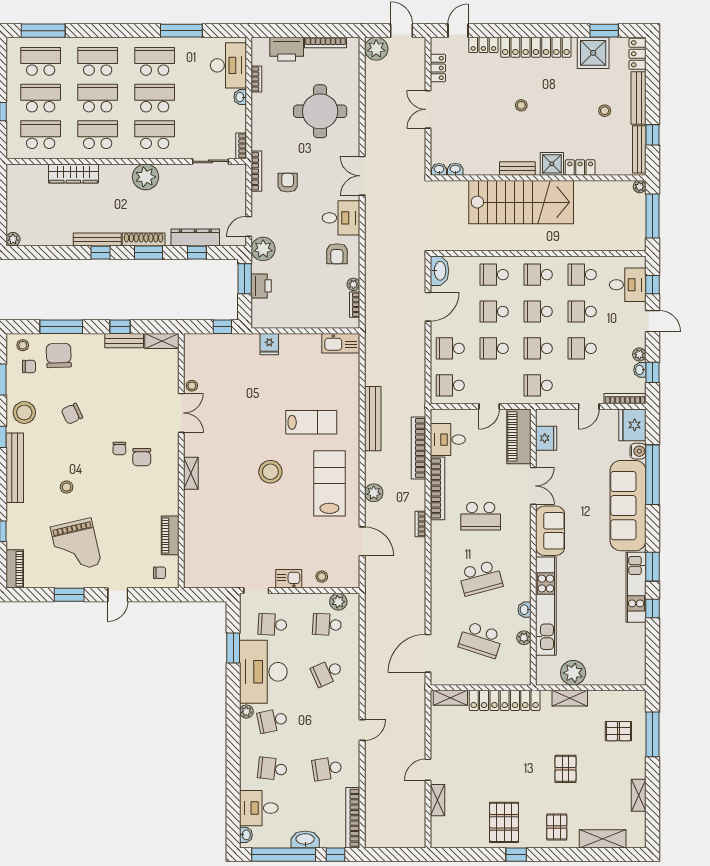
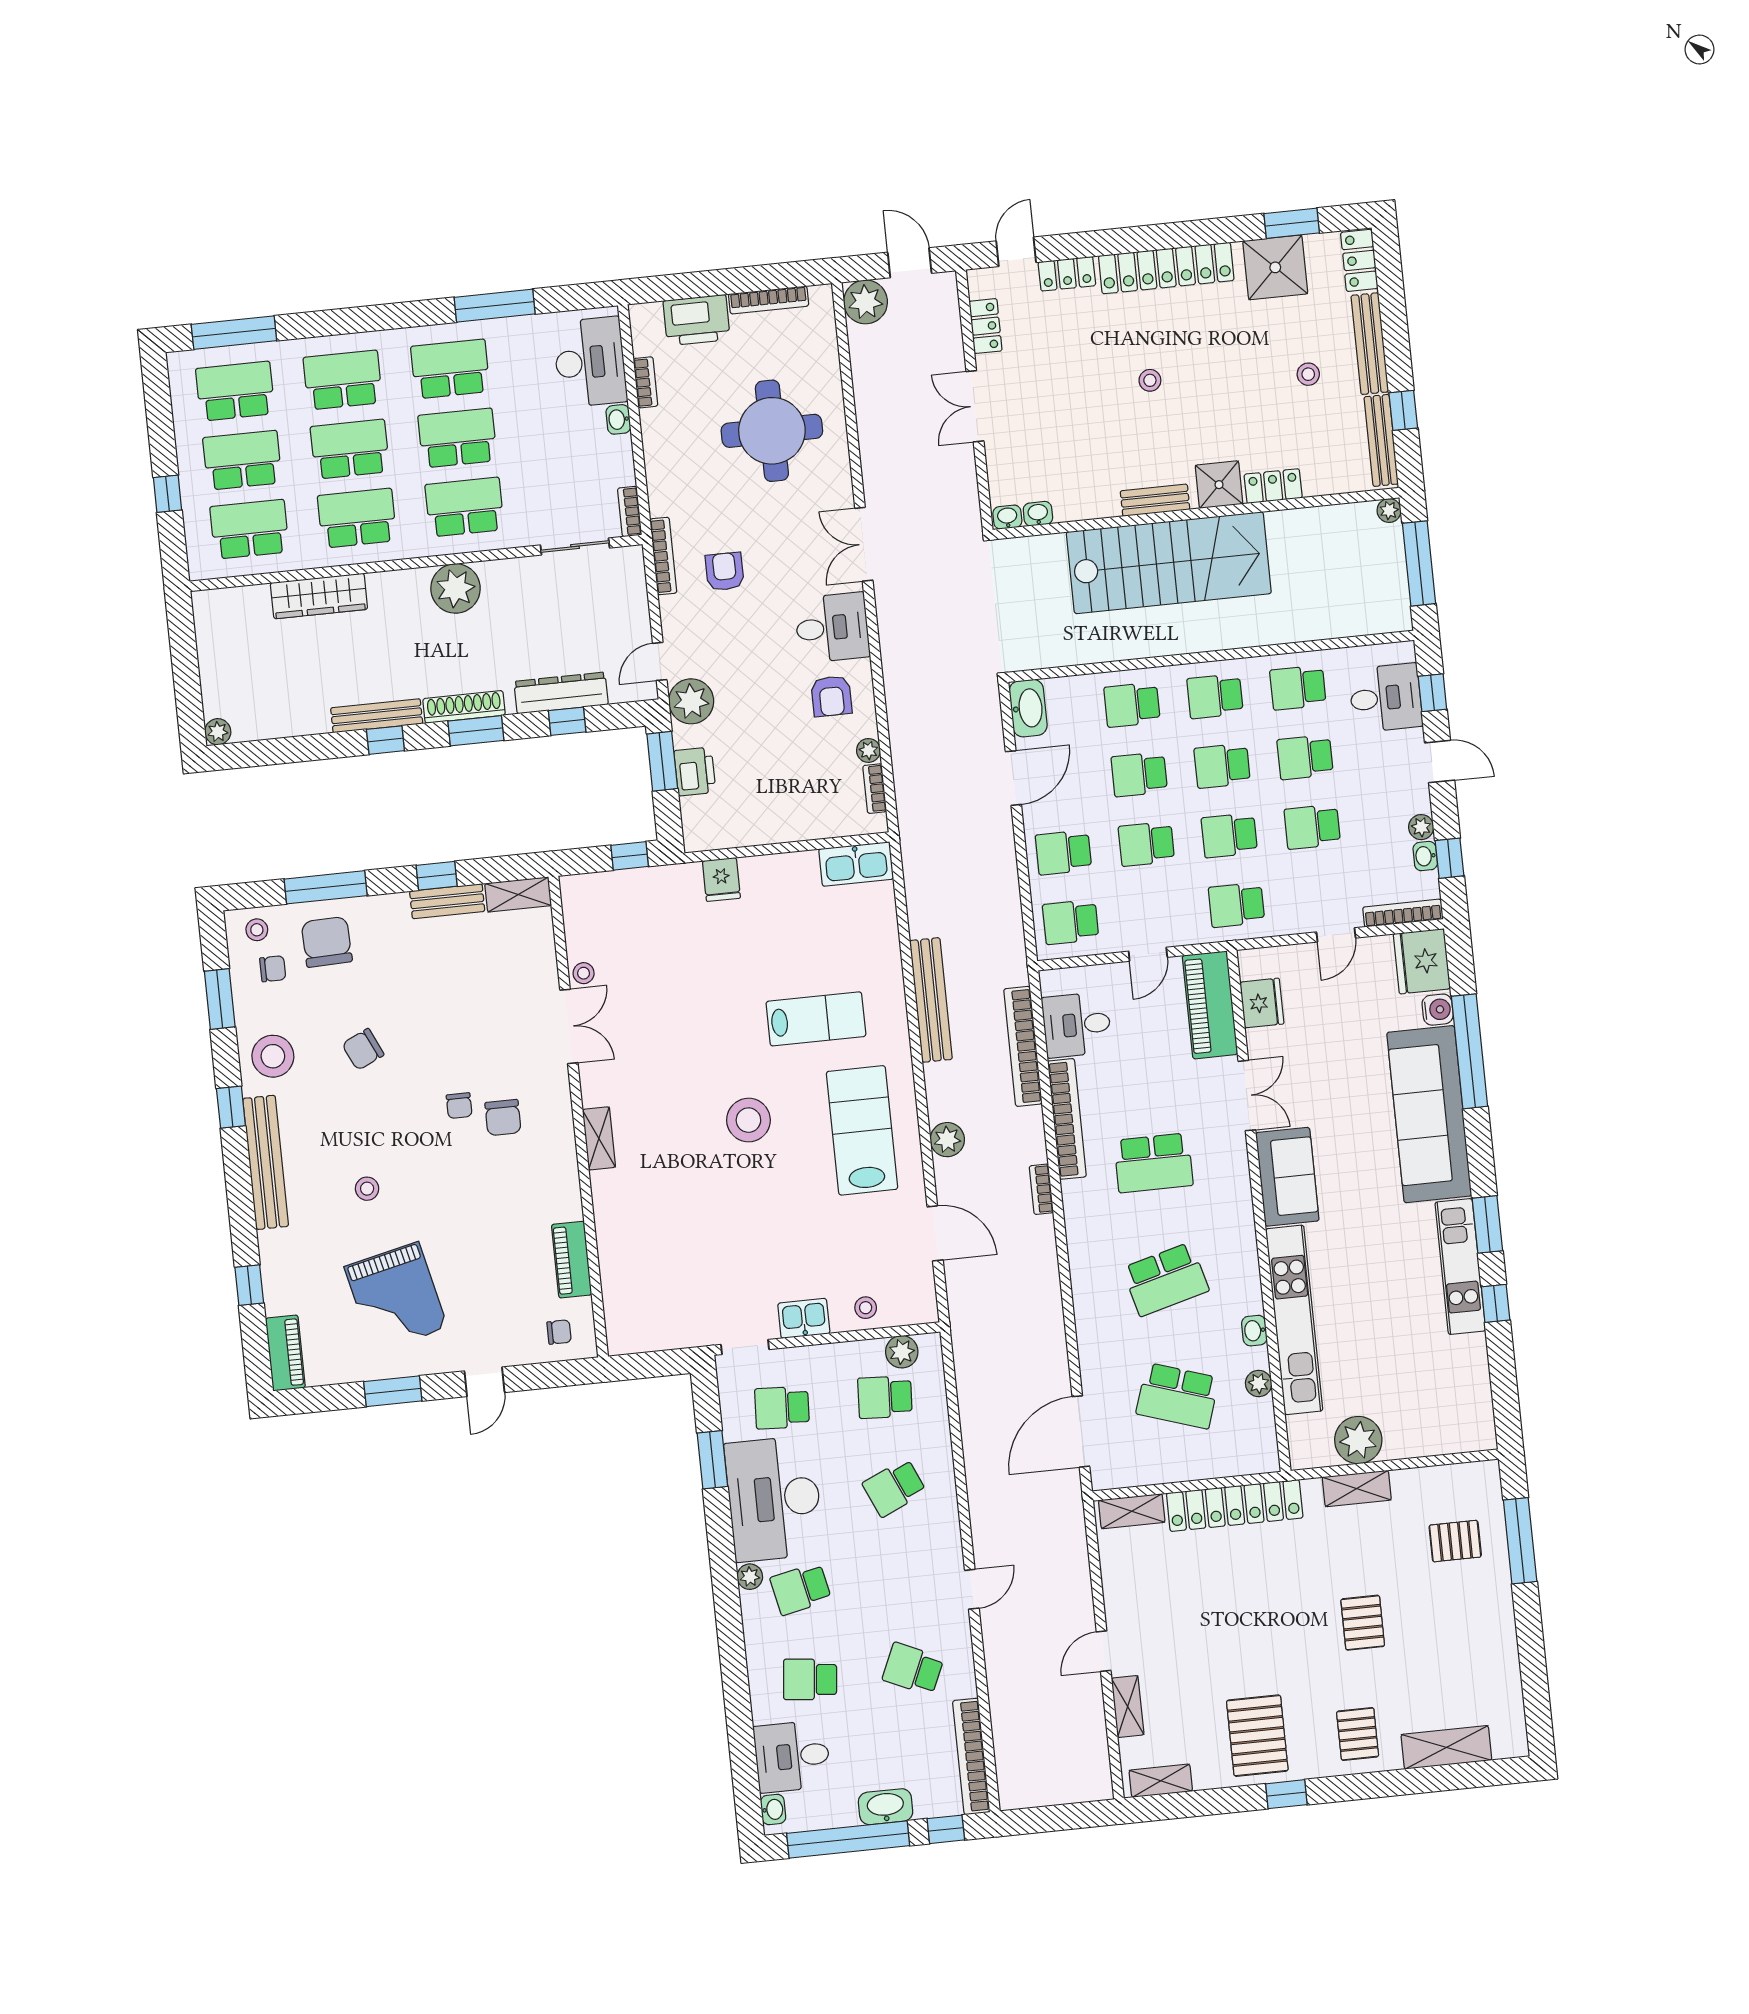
school desk: (327, 769) -> (913, 1669), turned 33
shelving: (639, 795) -> (1161, 1781), moved, turned 90

